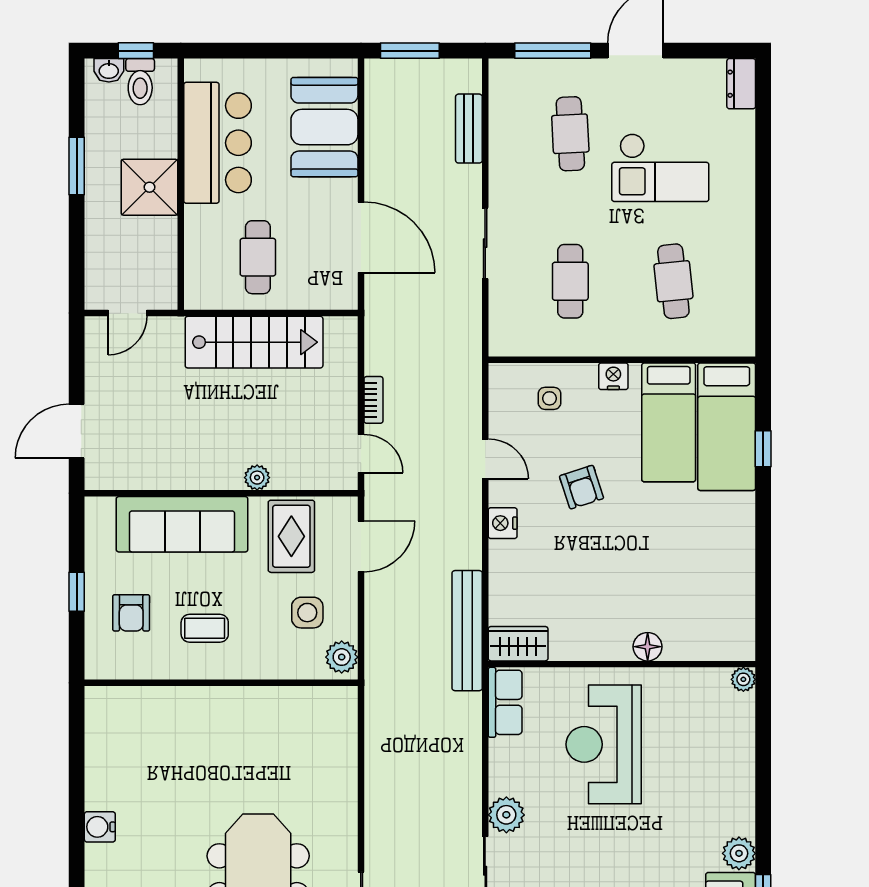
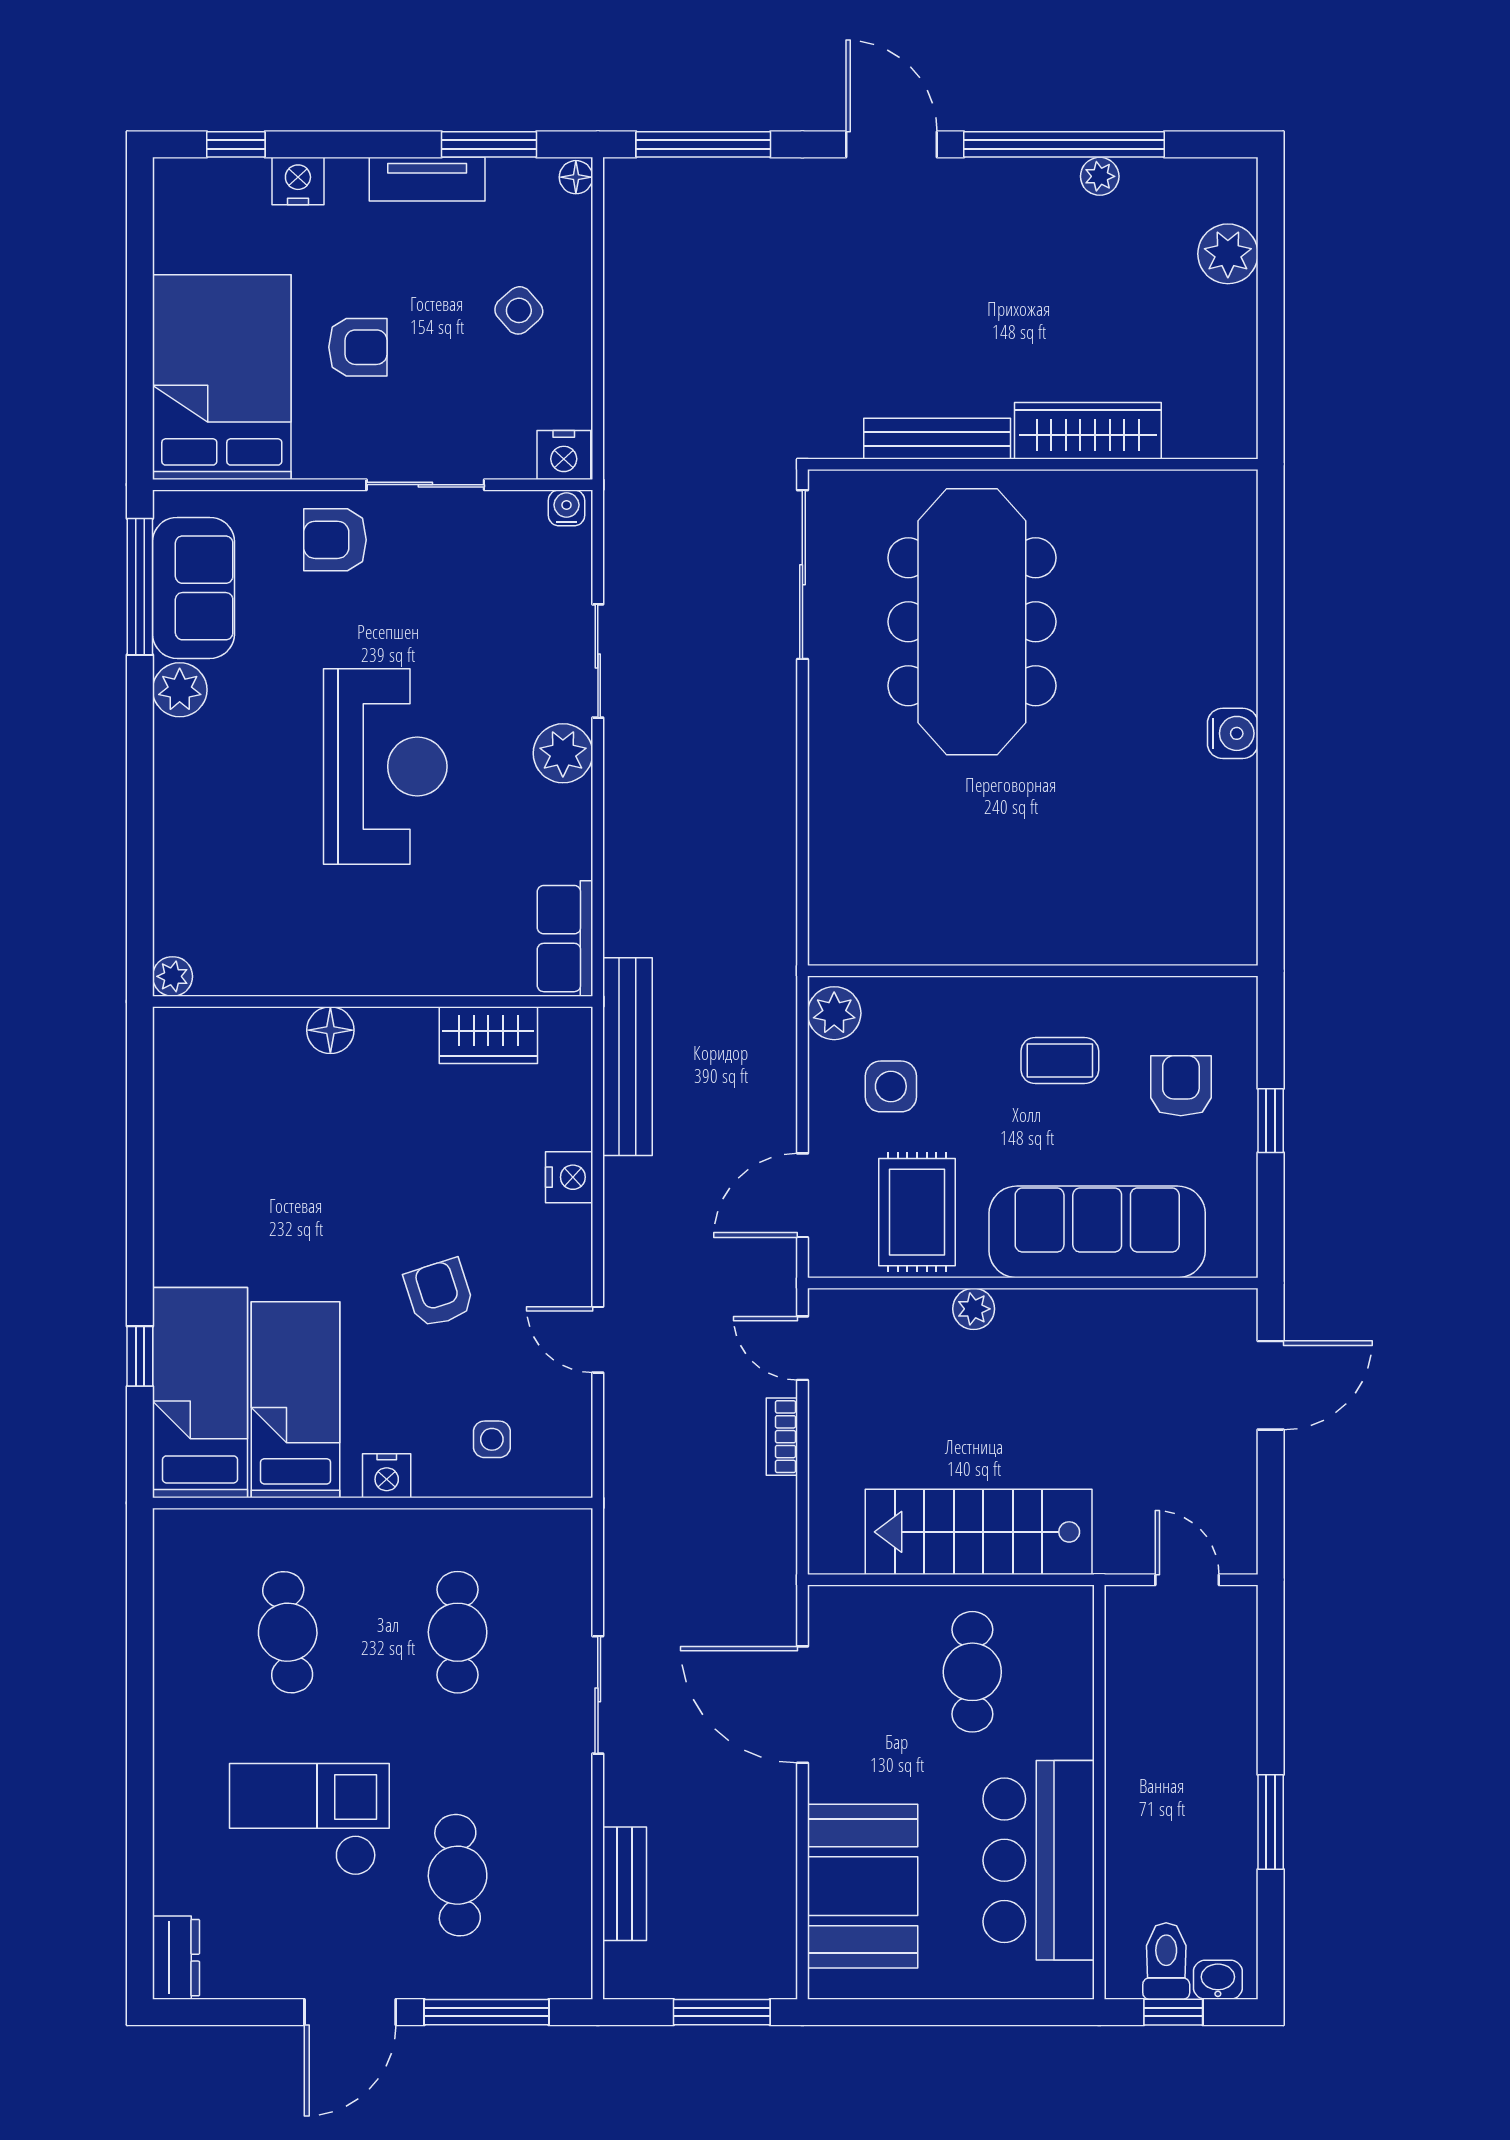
shower: (150, 187) -> (1151, 1787), removed
door: (127, 313) -> (1187, 1580), hinge flipped
nightstand: (503, 523) -> (569, 1177), moved
wardrobe: (518, 644) -> (488, 1035), moved
reception desk: (604, 744) -> (385, 766), moved

